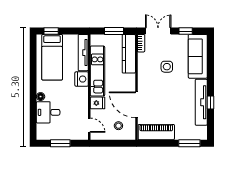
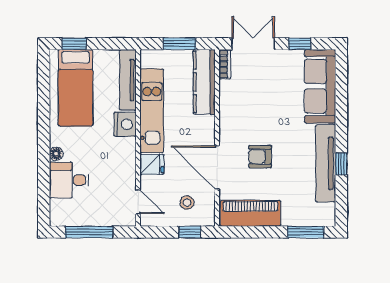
side table: (167, 67) -> (268, 104), removed
armchair: (162, 98) -> (260, 157), added
window: (60, 143) -> (89, 232), width x1.44
window: (120, 143) -> (190, 232), added

